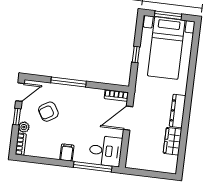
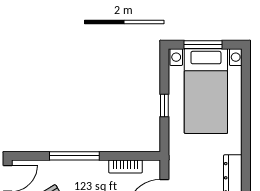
bookcase: (116, 95) -> (126, 166), moved

